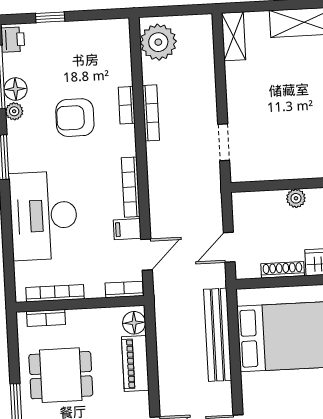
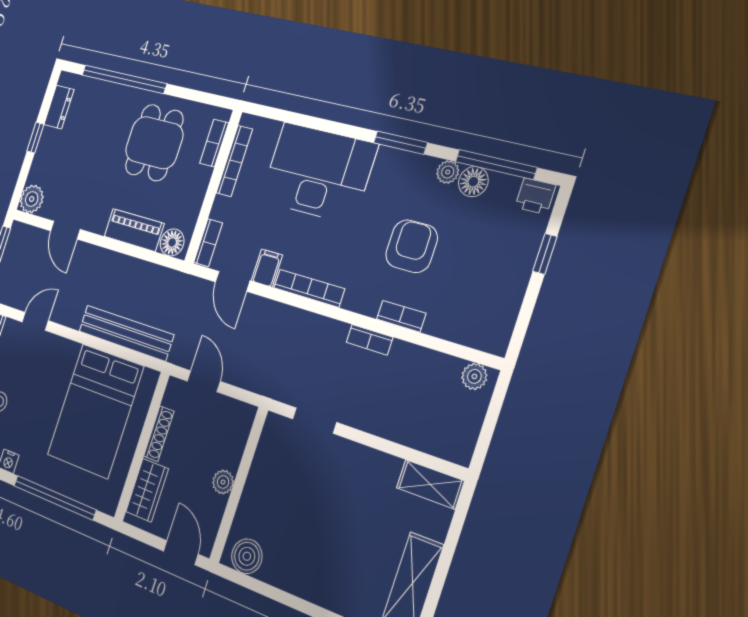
plant: (158, 42) -> (474, 376), width x0.53, depth x0.53
bookcase: (151, 113) -> (369, 340), width x0.64

